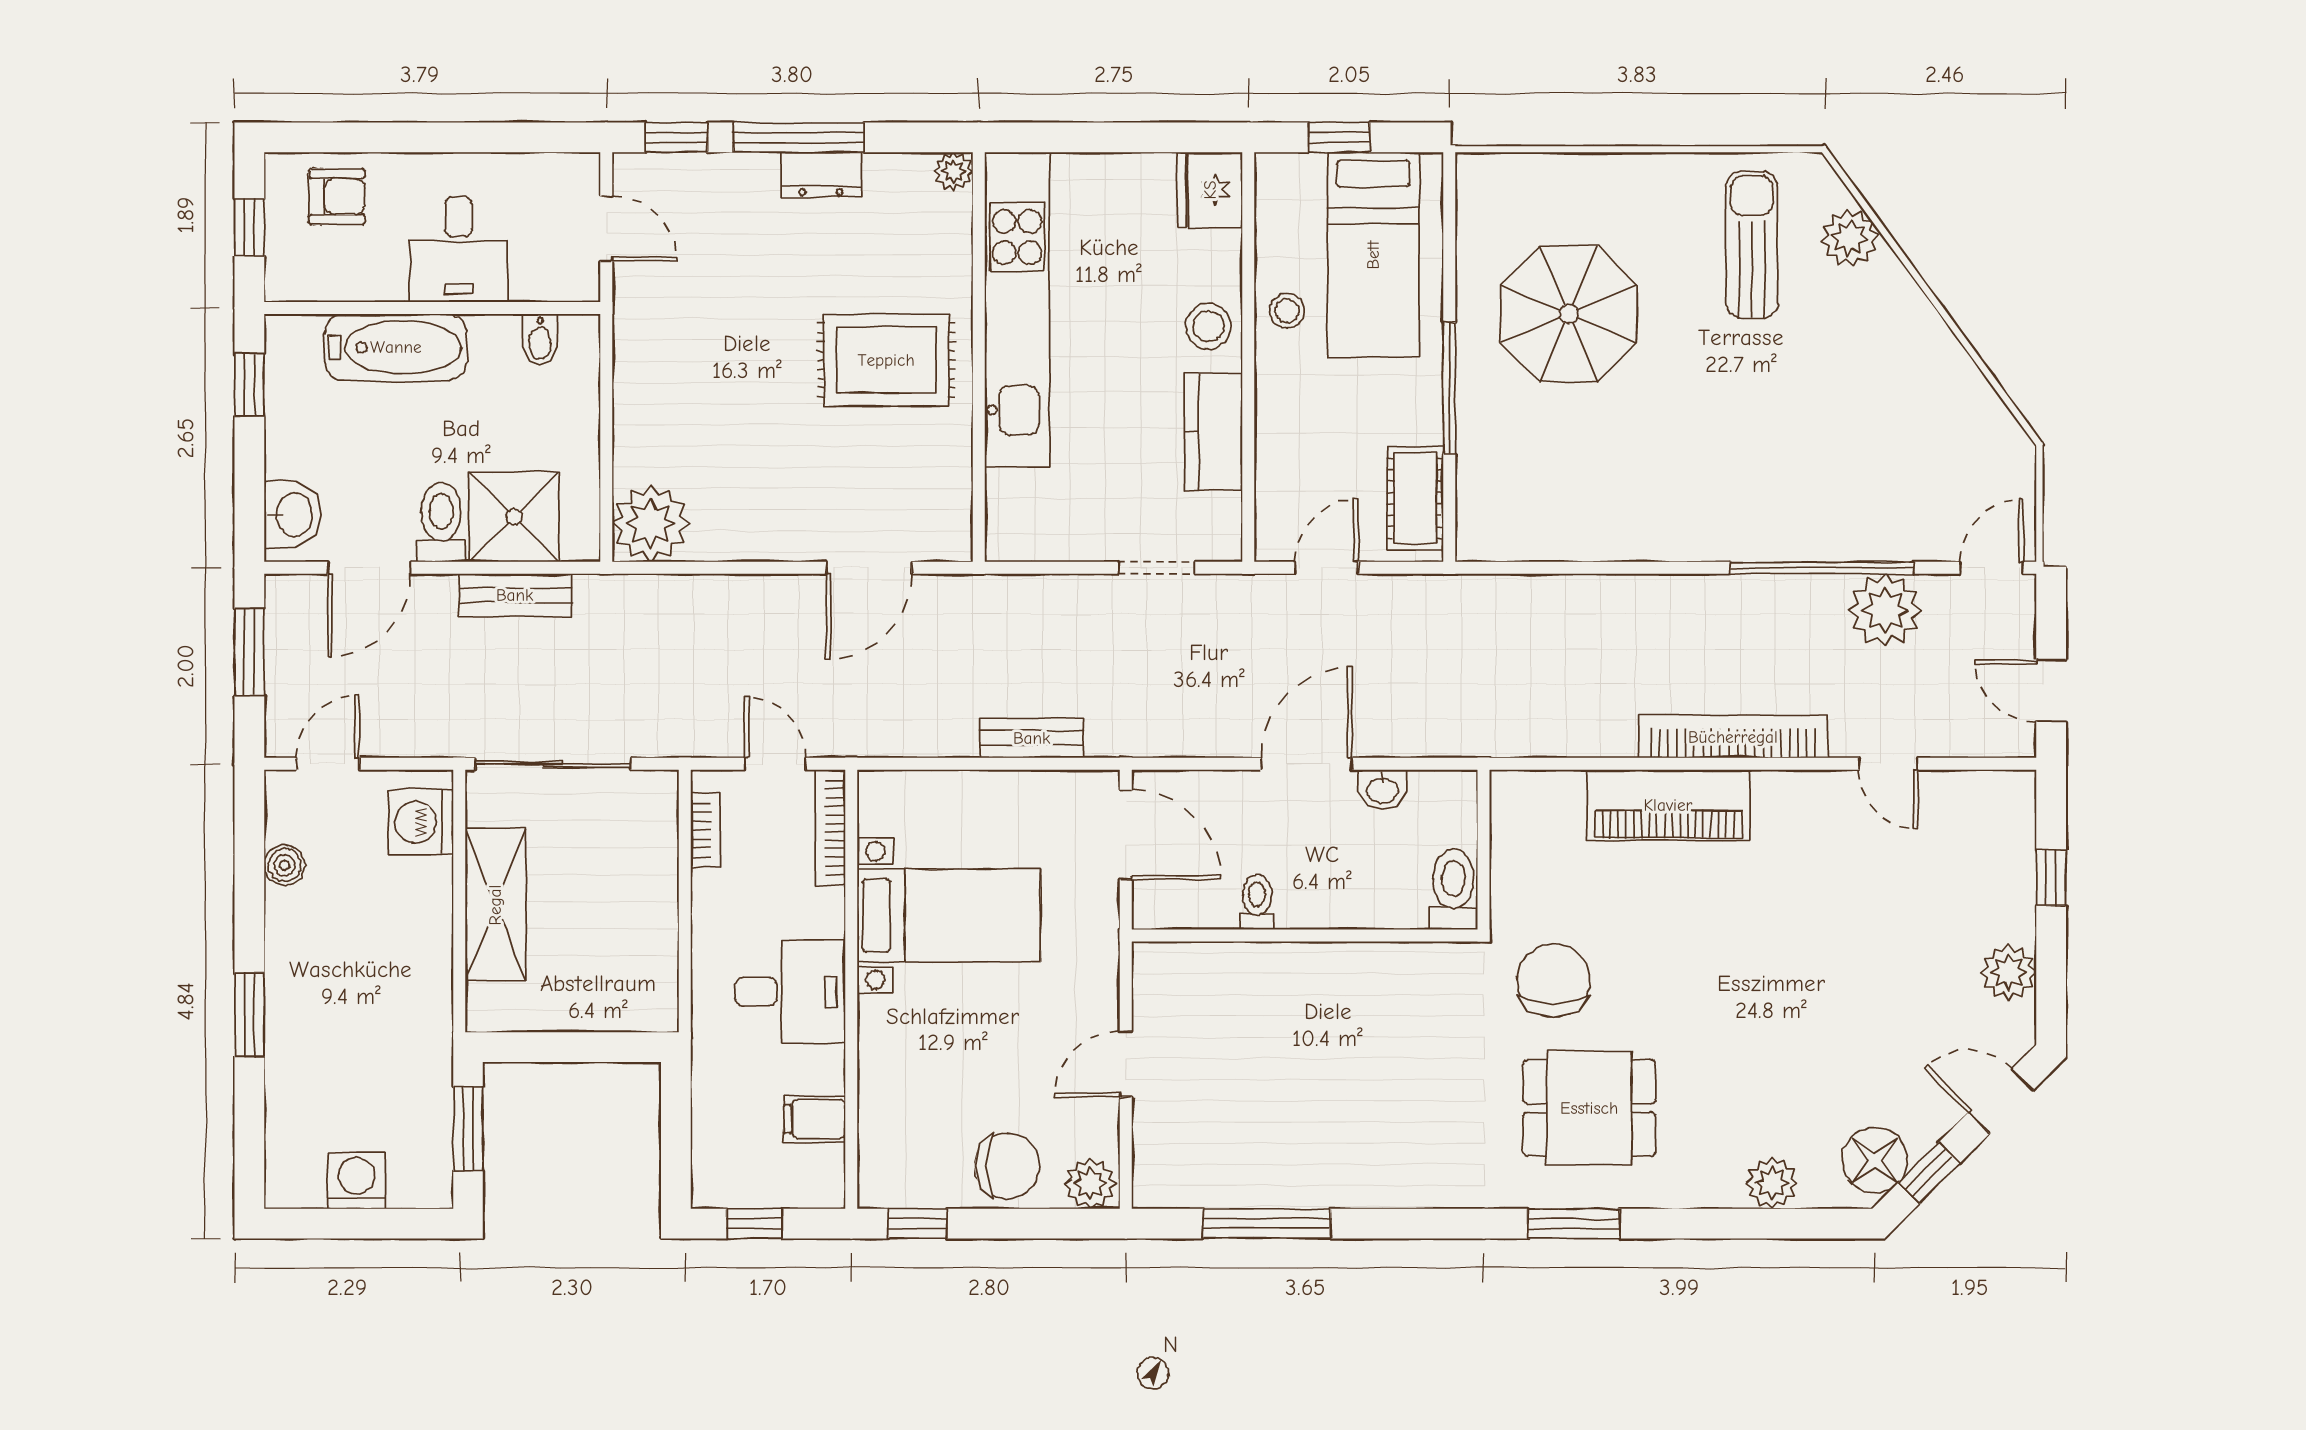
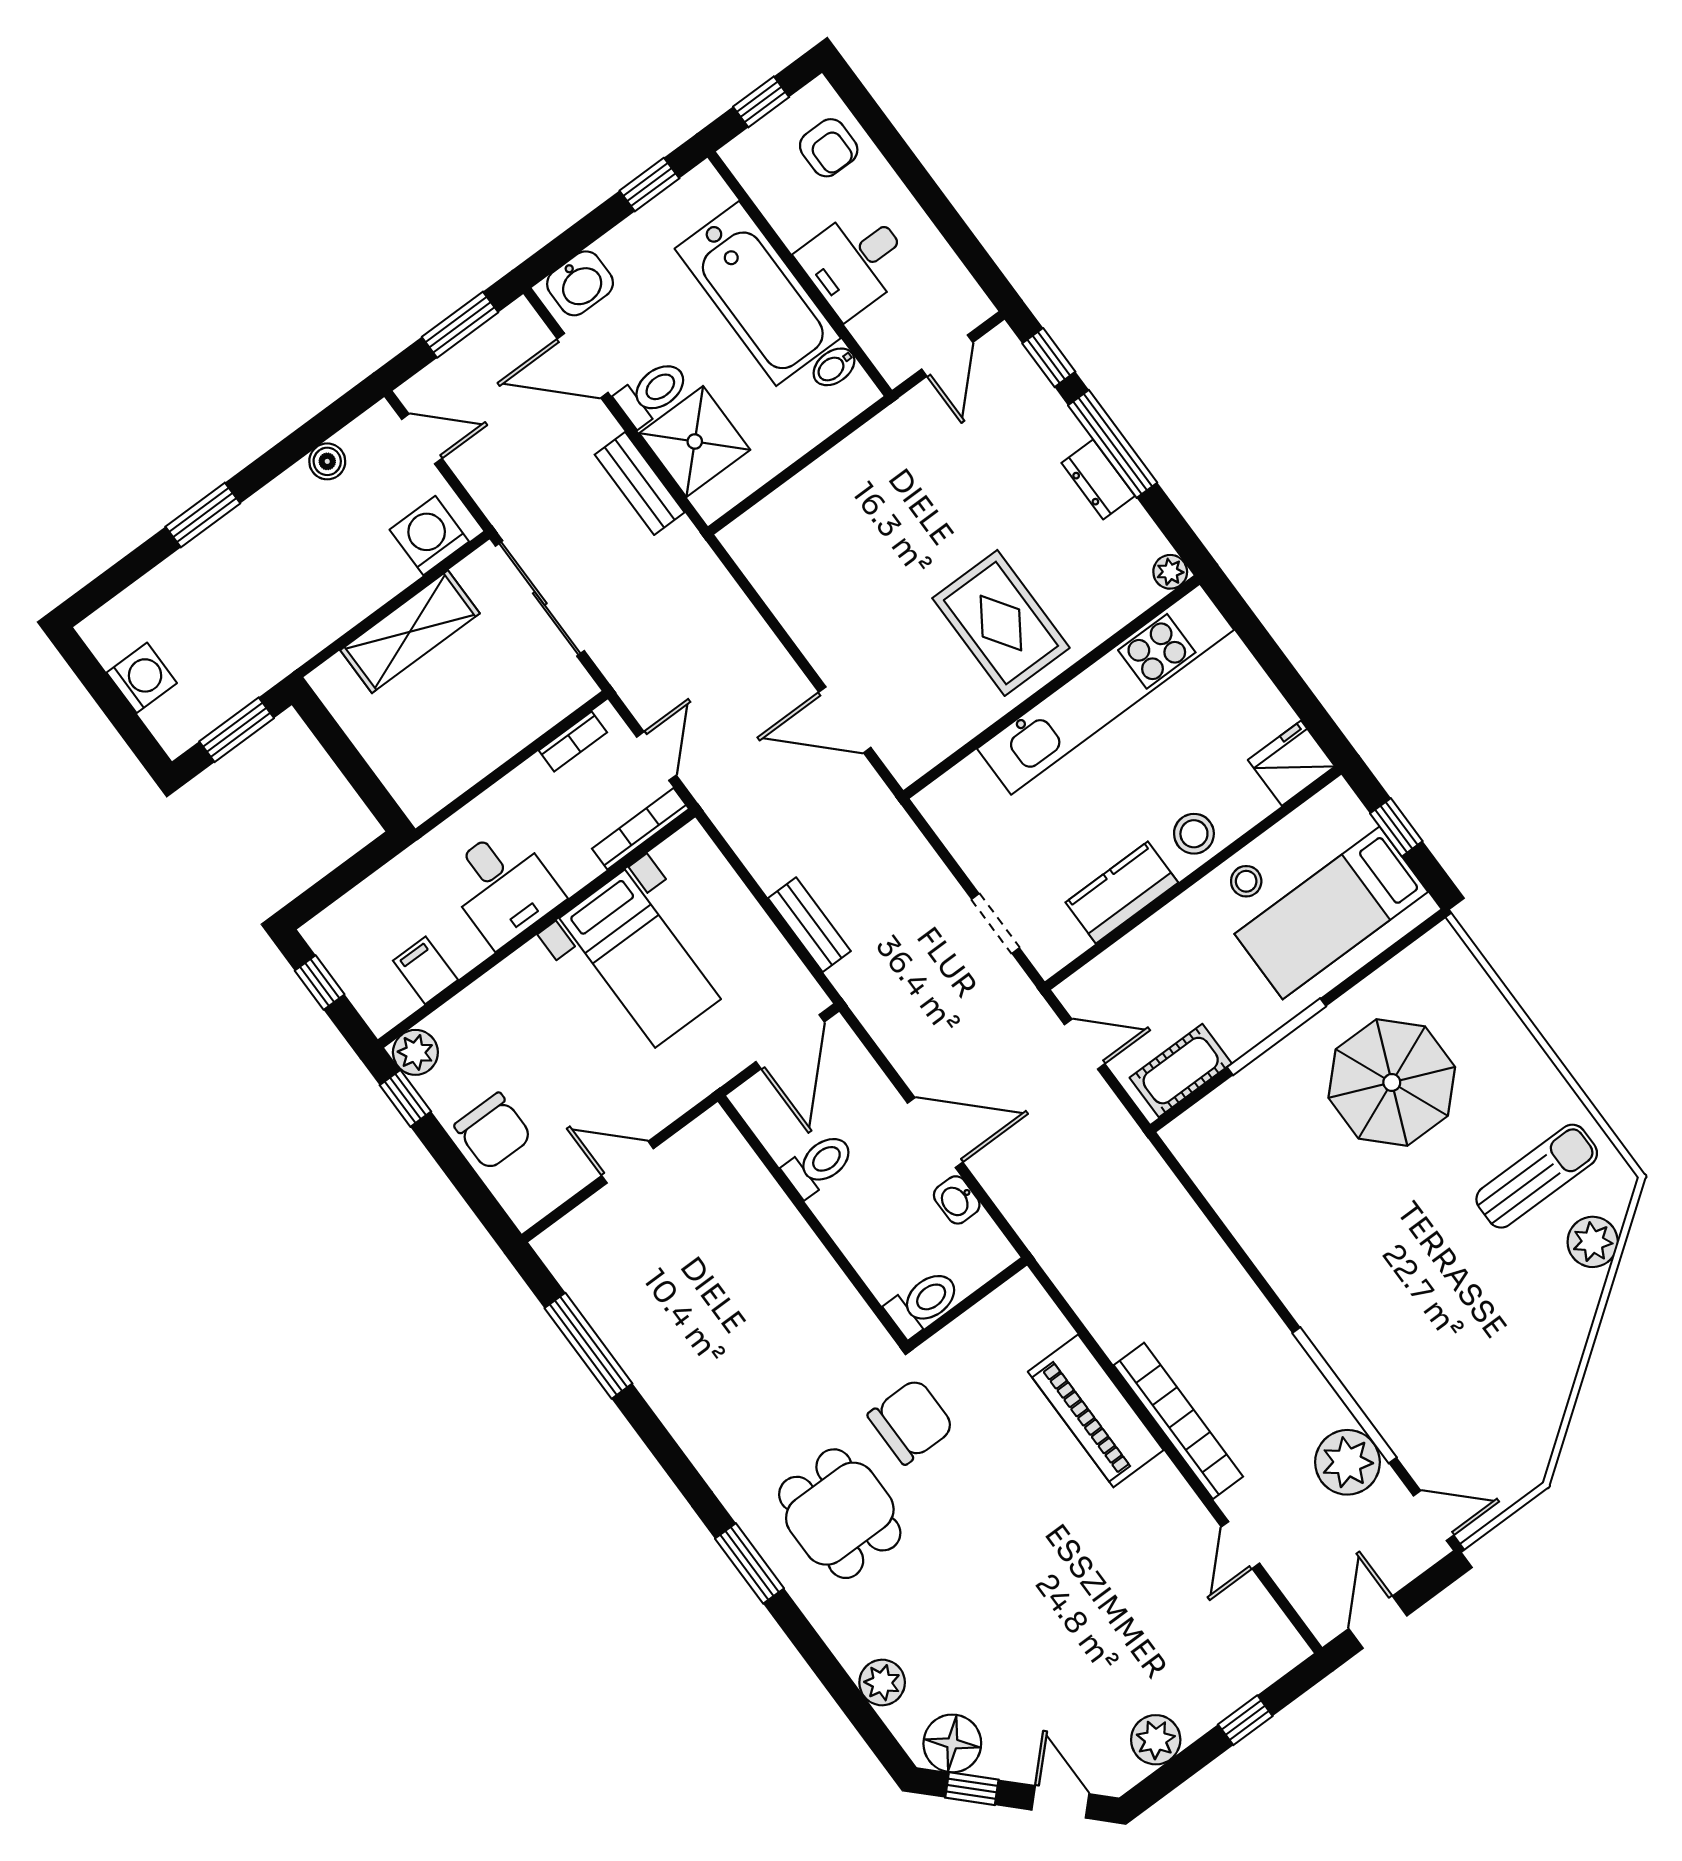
bathtub: (396, 347) -> (758, 293), width x1.36, depth x1.36
plant: (651, 523) -> (762, 542), removed
toilet: (1257, 902) -> (819, 1164), width x1.37, depth x1.39
plant: (1090, 1183) -> (415, 1052), moved

